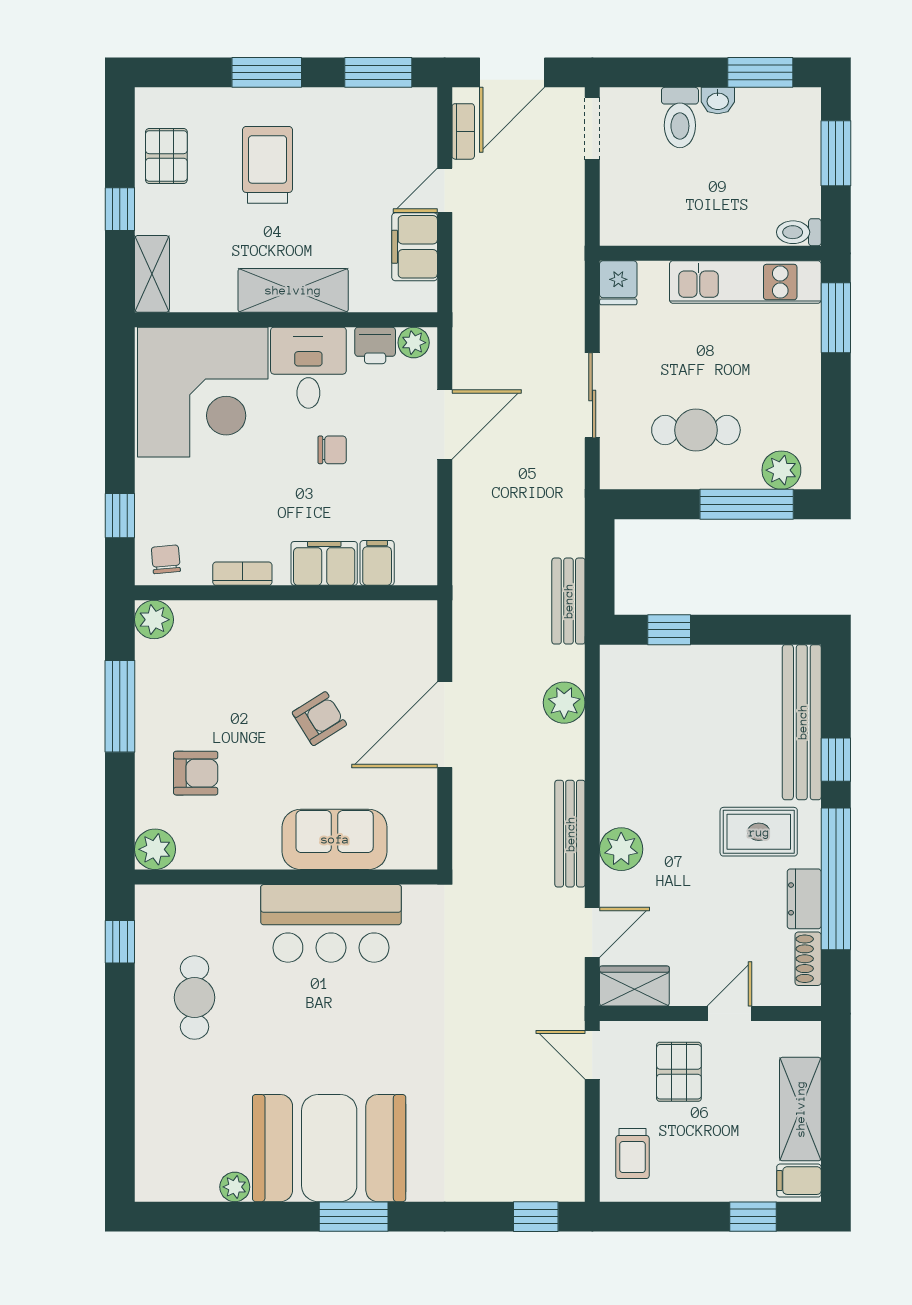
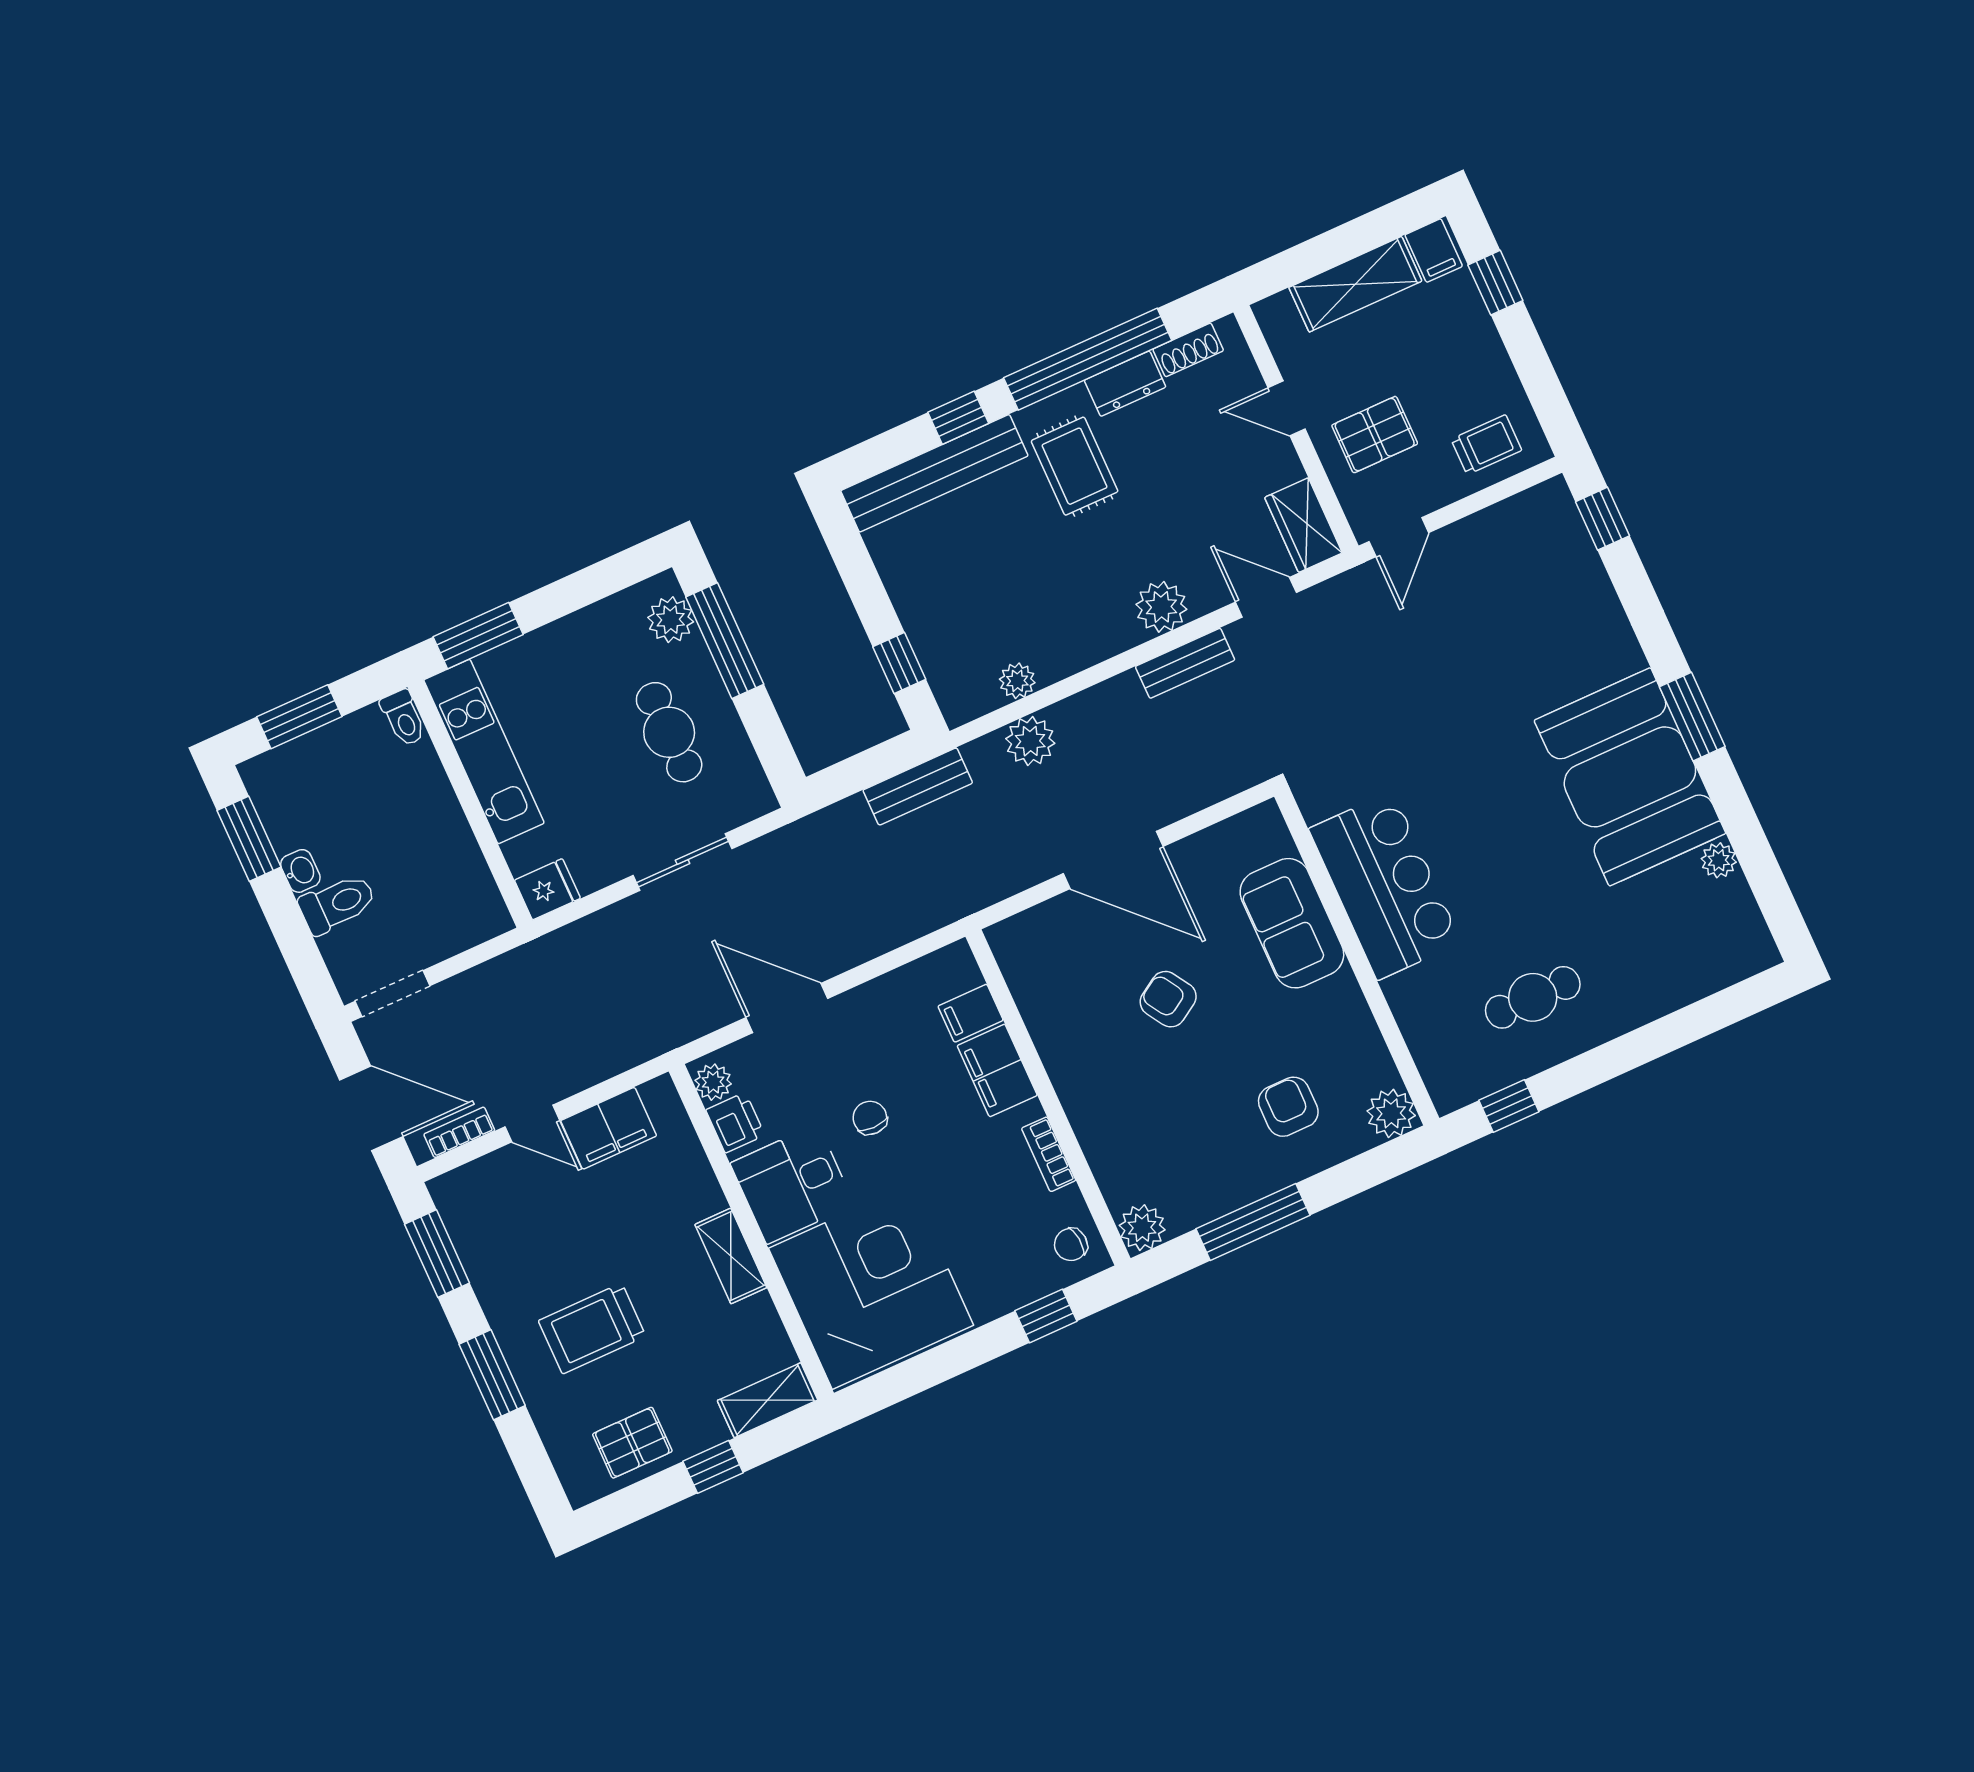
shelving: (293, 290) -> (731, 1256), width x0.67, depth x0.75
plant: (615, 714) -> (1017, 681), added
bench: (570, 834) -> (1185, 663), width x0.73

